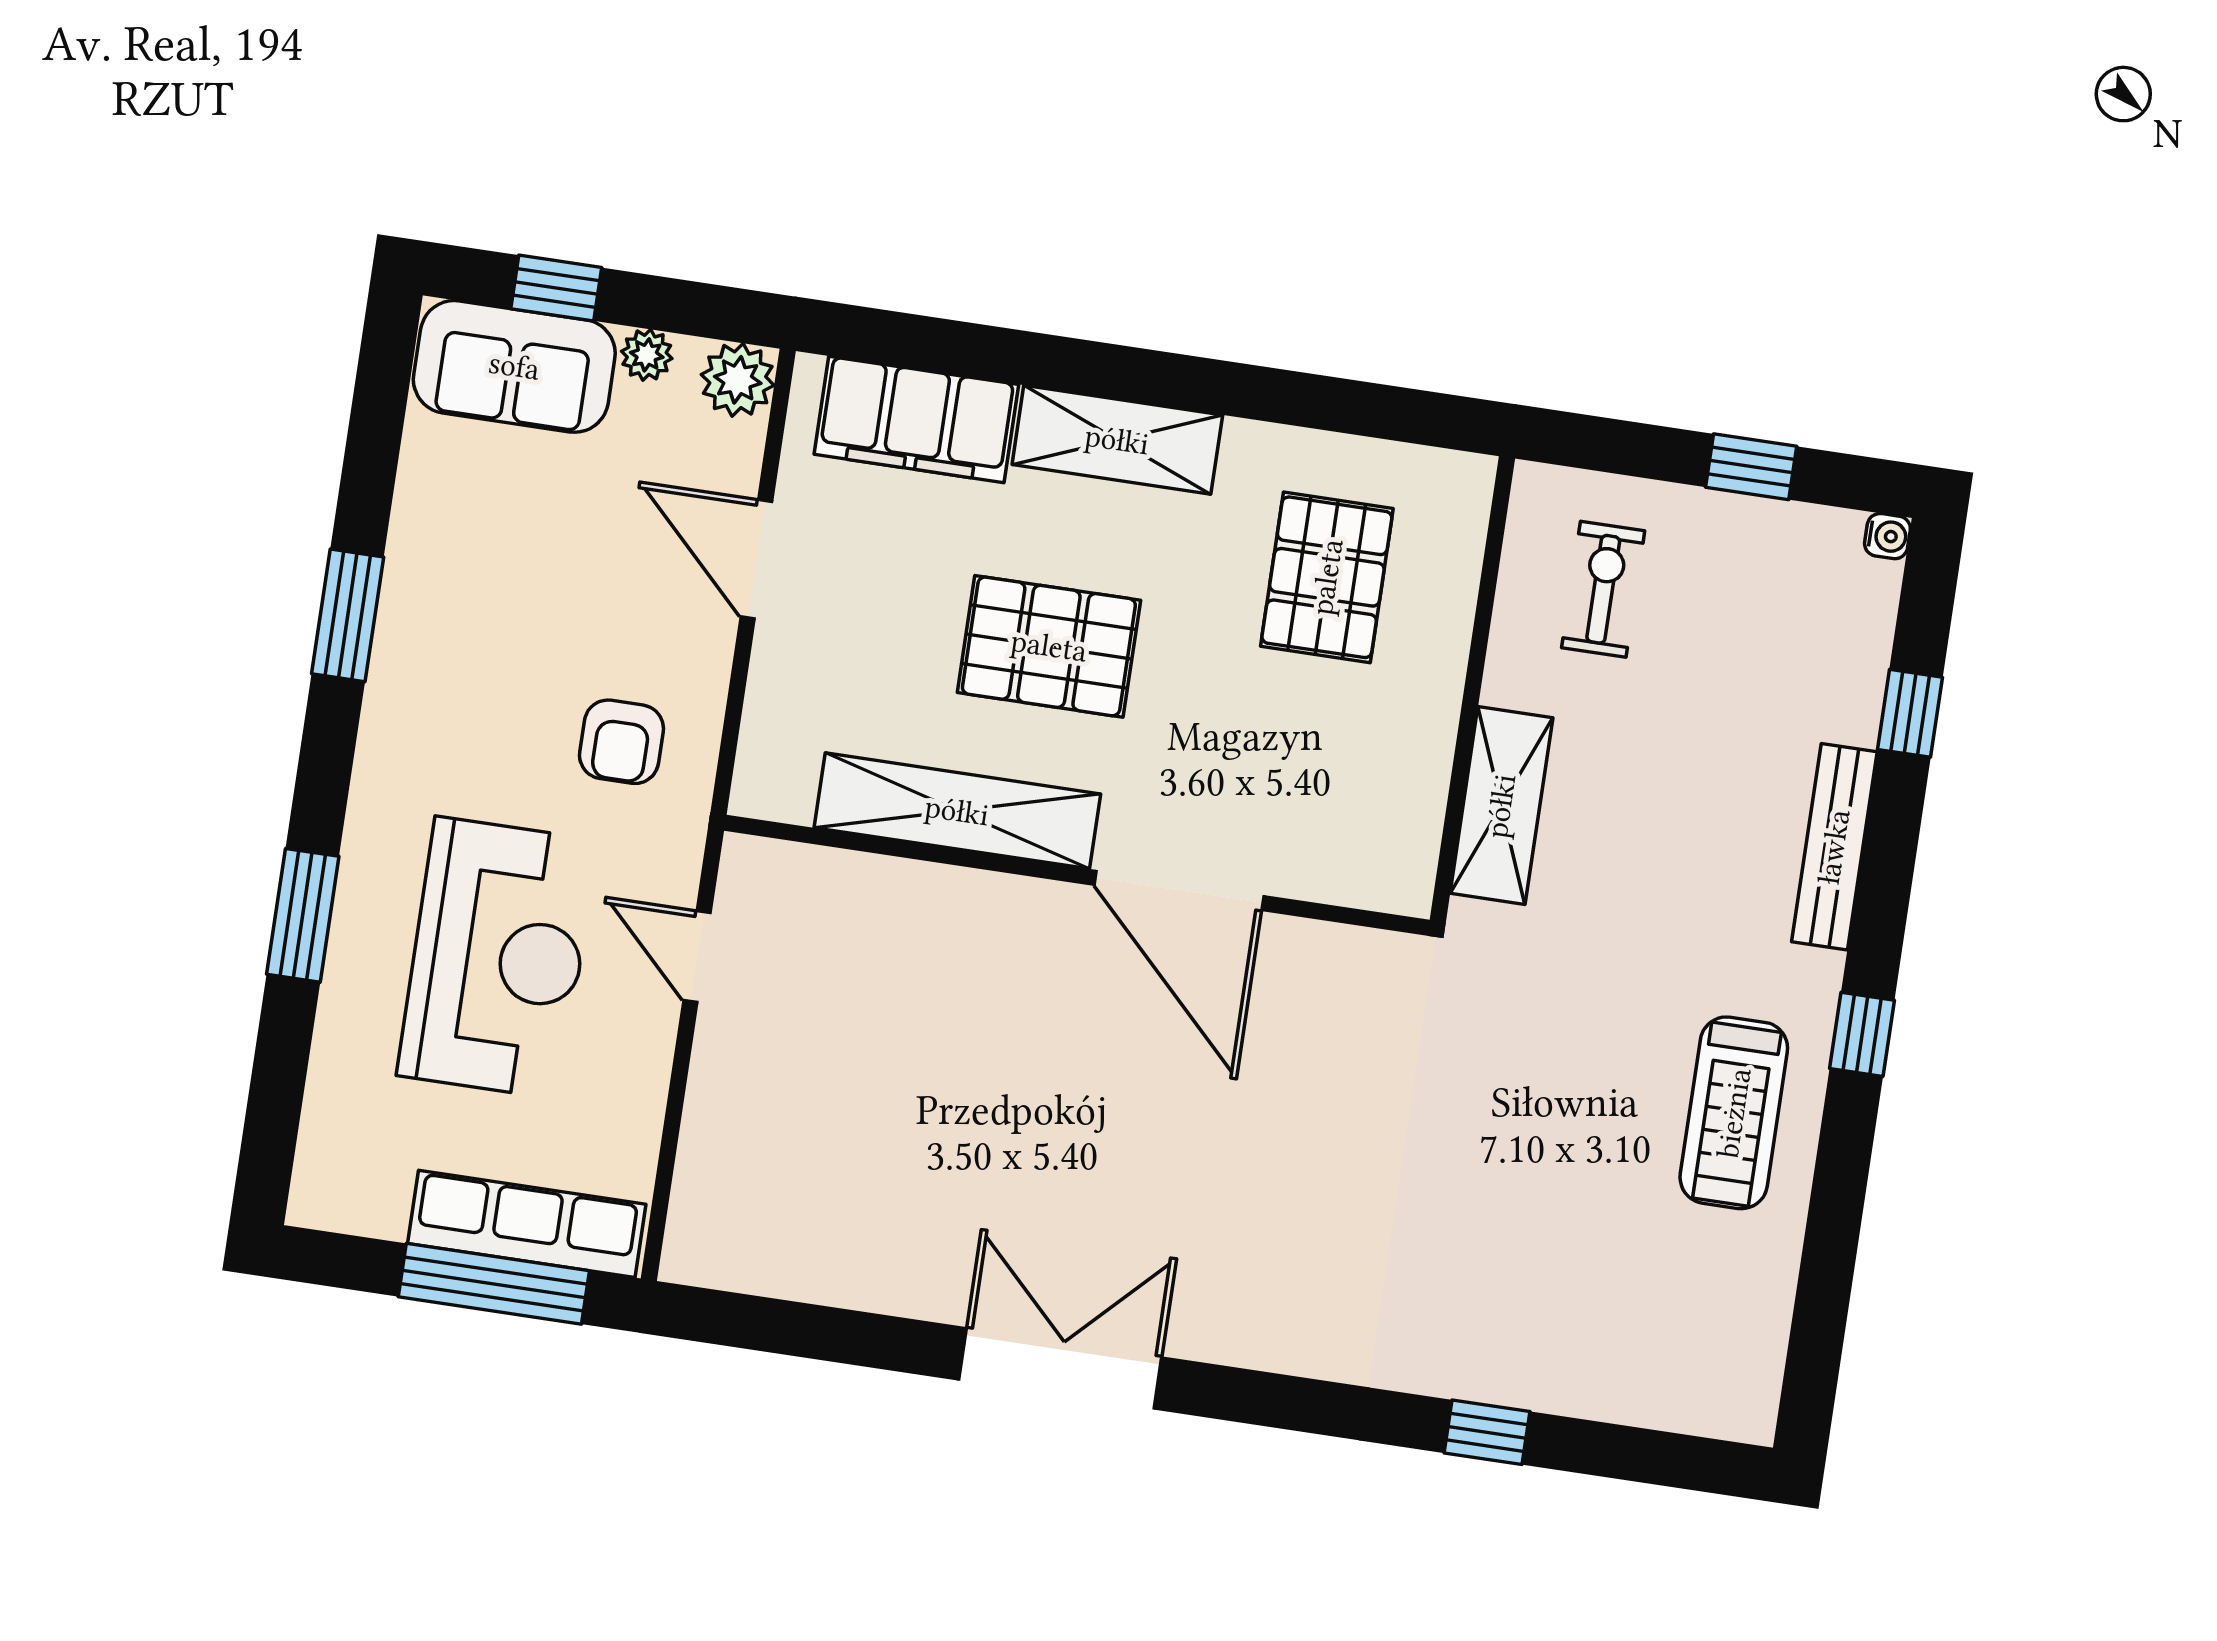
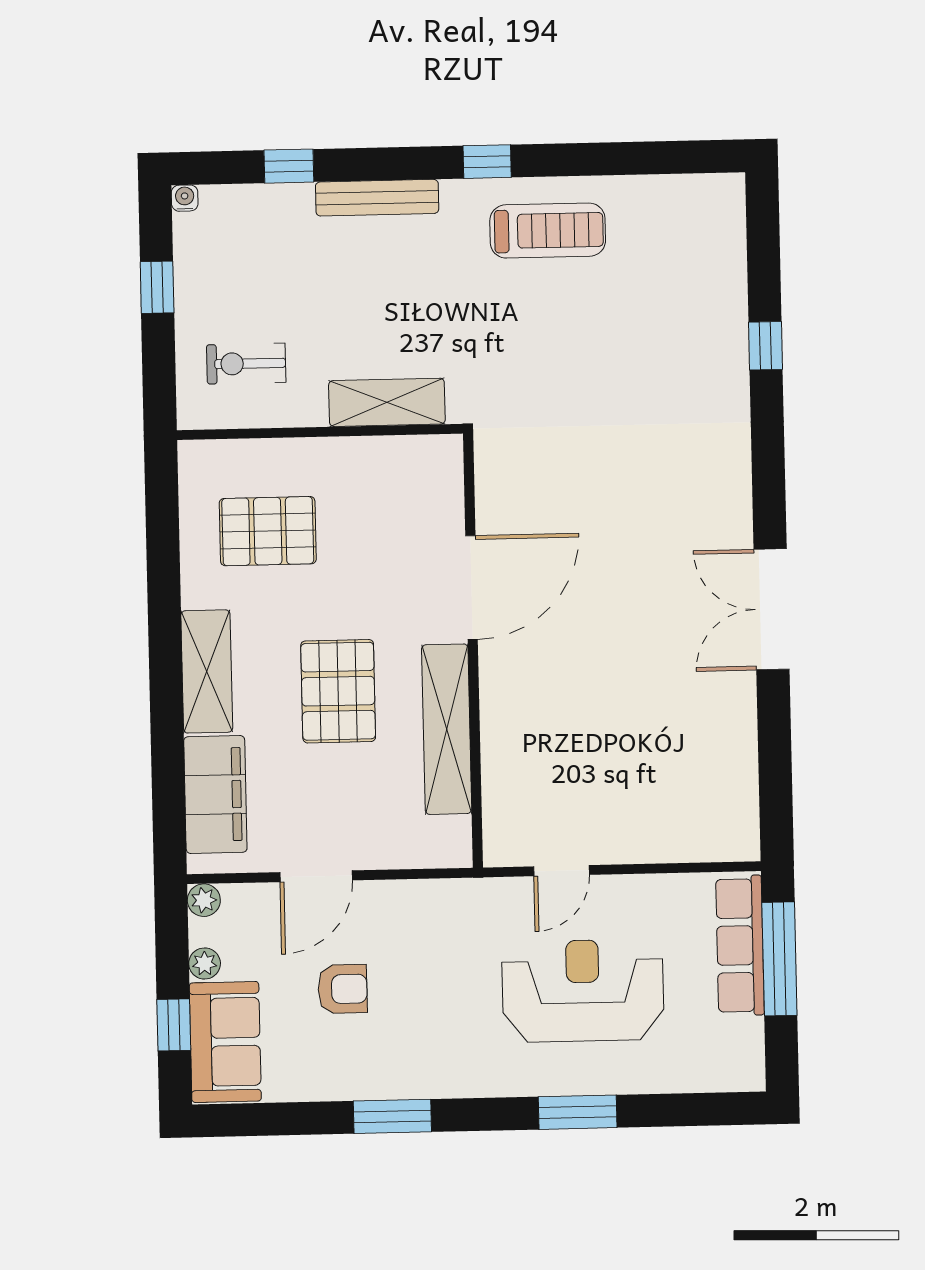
plant: (738, 380) -> (204, 900), width x0.73, depth x0.73
armchair: (621, 742) -> (342, 989), moved

